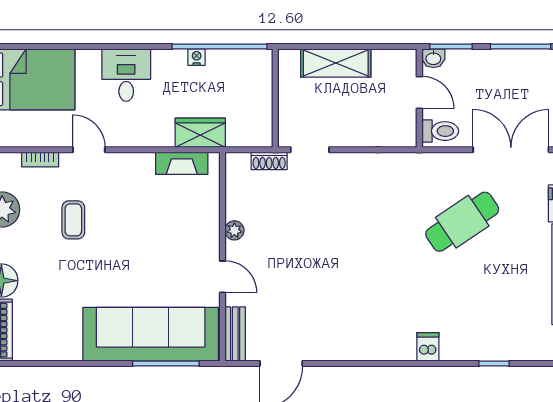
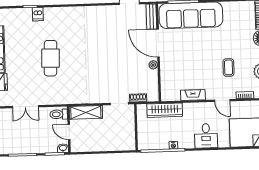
shelving: (336, 63) -> (86, 112), moved
wardrobe: (200, 133) -> (165, 110), width x1.50
double door: (511, 150) -> (25, 107), width x0.73
fireplace: (182, 163) -> (193, 95), moved
cafe table: (462, 222) -> (51, 58), moved, turned -54
door: (222, 277) -> (158, 43), width x1.87
dishwasher: (428, 347) -> (38, 14), moved

